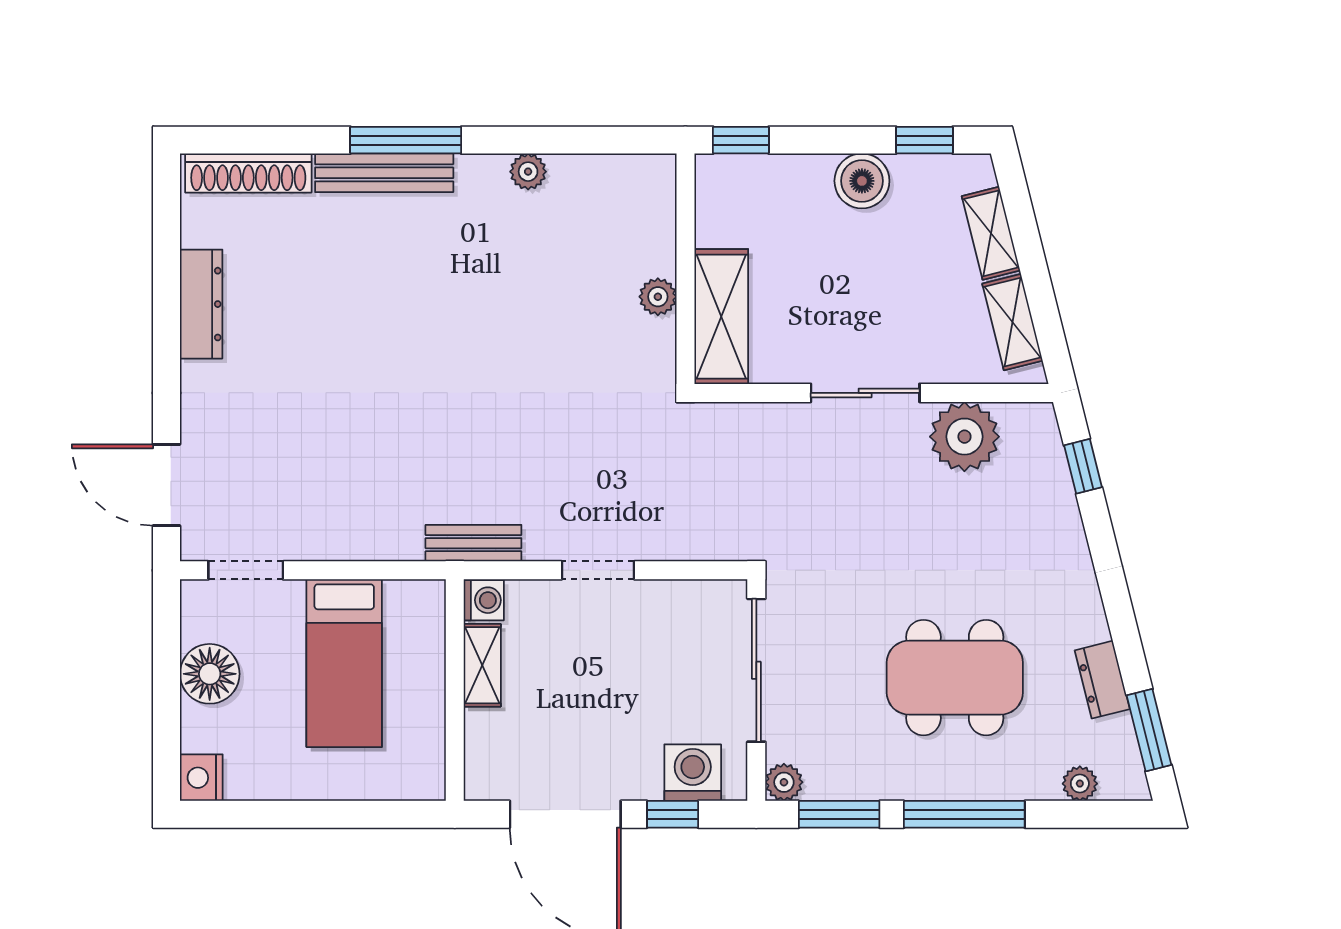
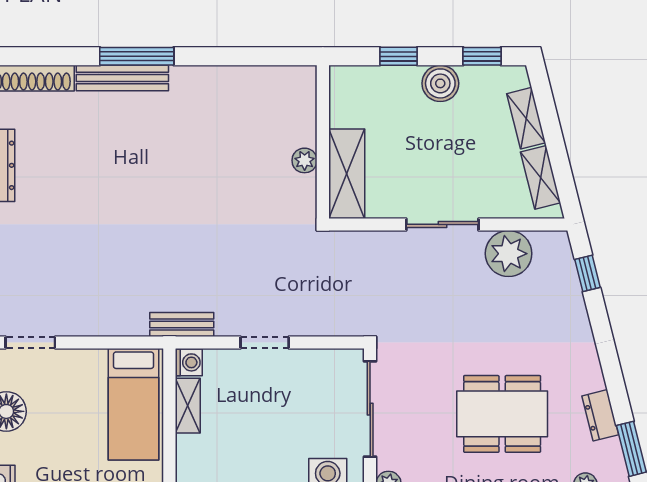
window: (741, 140) -> (398, 56), moved
plant: (528, 172) -> (218, 77), removed
bed: (344, 663) -> (134, 404), moved

